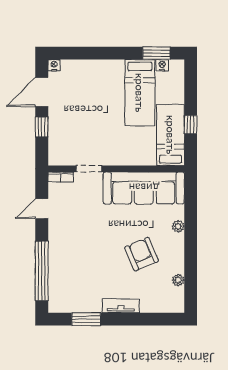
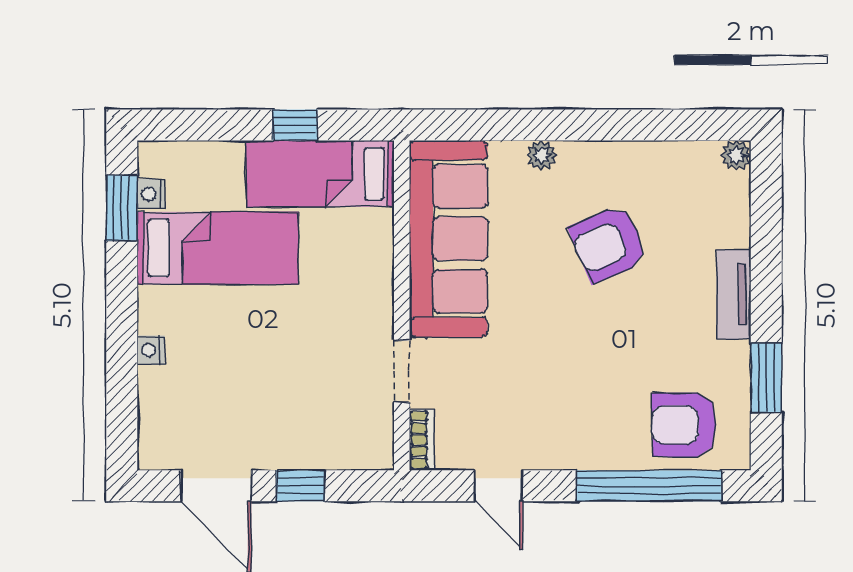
nightstand: (54, 65) -> (151, 350), moved
plant: (178, 280) -> (736, 155), moved
armchair: (67, 285) -> (684, 425), added

